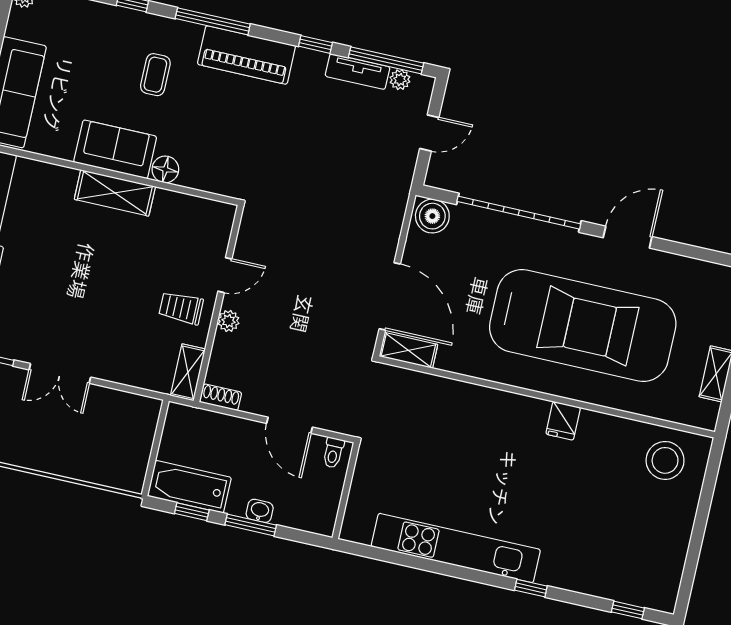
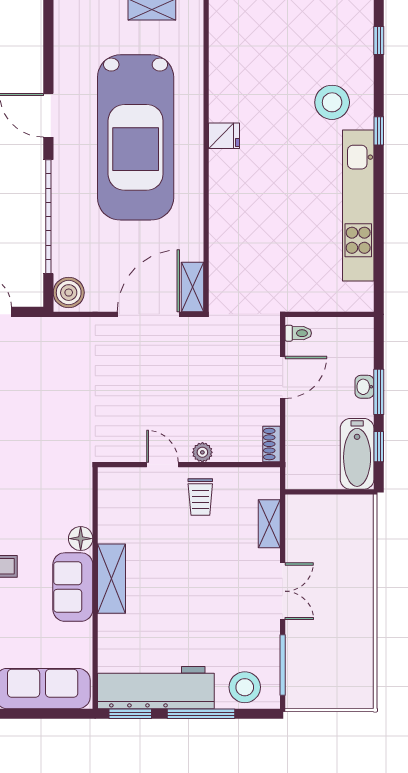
car: (583, 325) -> (136, 137), turned 180
shelving: (188, 372) -> (269, 524), moved, turned 90
stool: (665, 460) -> (332, 102), moved

